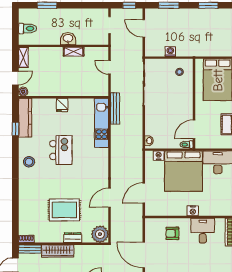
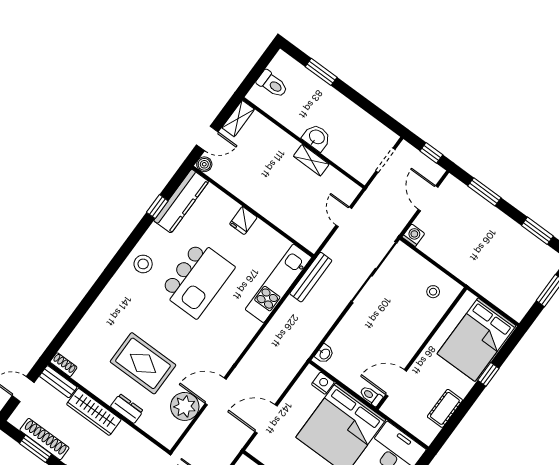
washing machine: (170, 52) -> (413, 235), moved
kitchen island: (61, 150) -> (197, 280), width x1.37, depth x1.28
plant: (100, 234) -> (185, 406), moved

